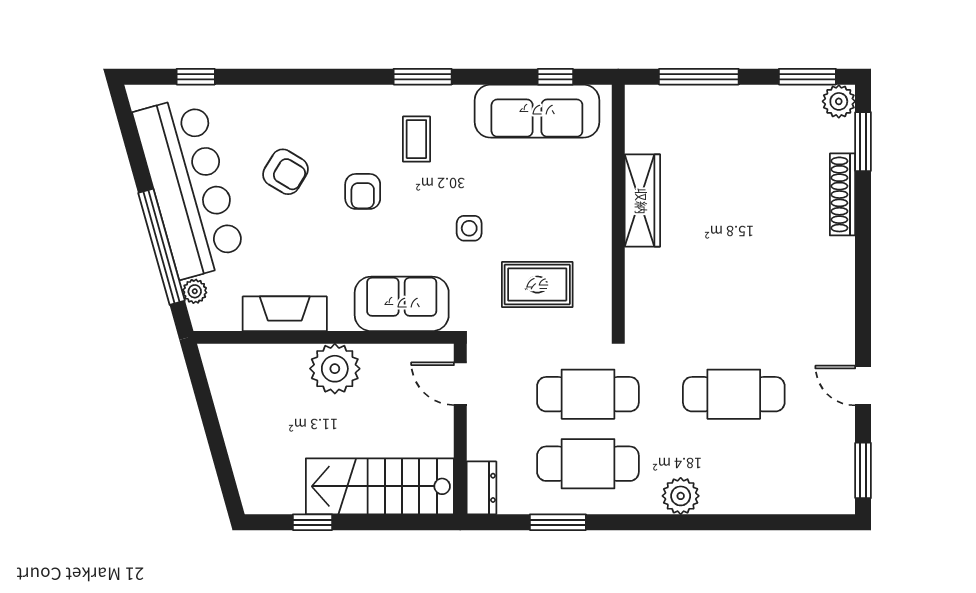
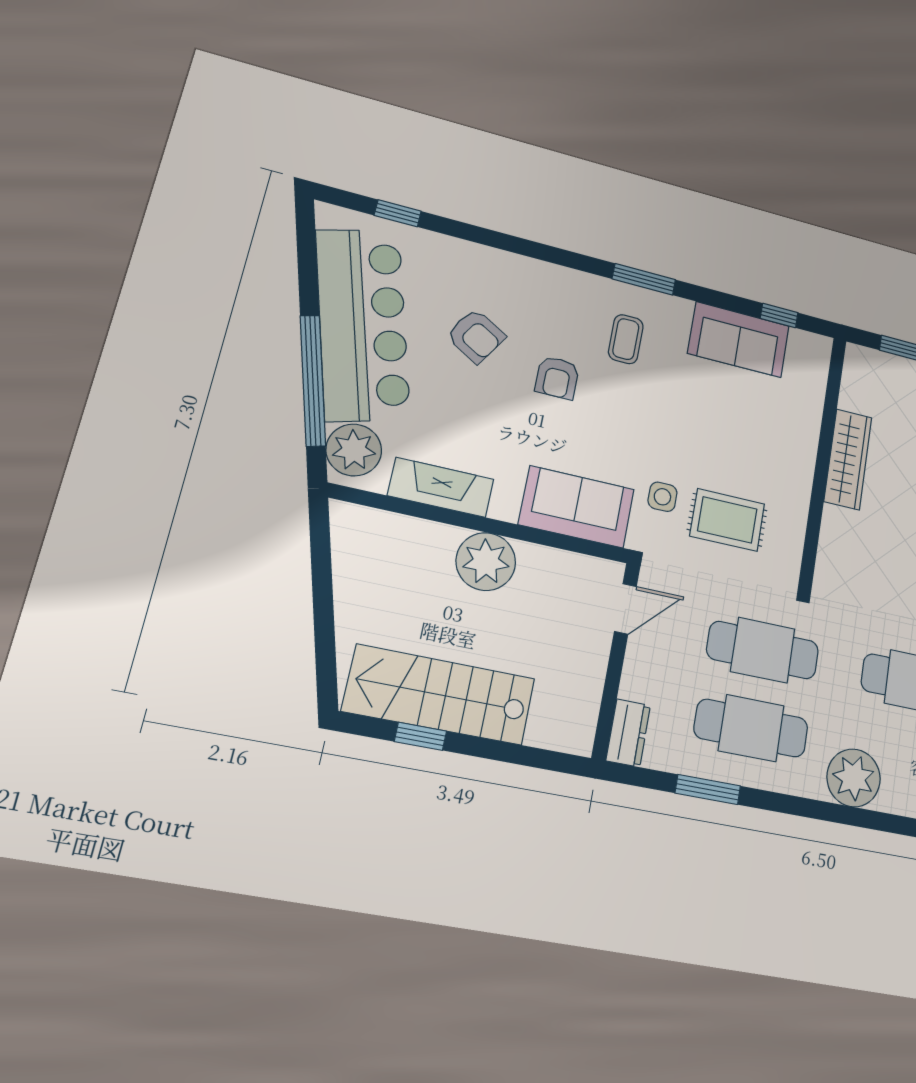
sofa: (537, 111) -> (739, 340), width x0.73
side table: (469, 228) -> (662, 497), moved
plant: (195, 291) -> (354, 450), width x1.88, depth x1.88
door: (460, 384) -> (625, 609), swing flipped
stairs: (380, 486) -> (439, 695), moved
plant: (681, 496) -> (854, 778), width x1.36, depth x1.36

